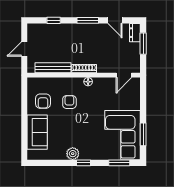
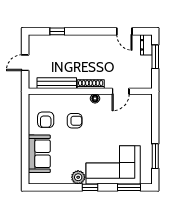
window: (88, 20) -> (95, 31), removed
door: (124, 75) -> (121, 91), moved
armchair: (69, 102) -> (75, 121), turned 90
corner sofa: (123, 135) -> (113, 165), moved, turned 90

